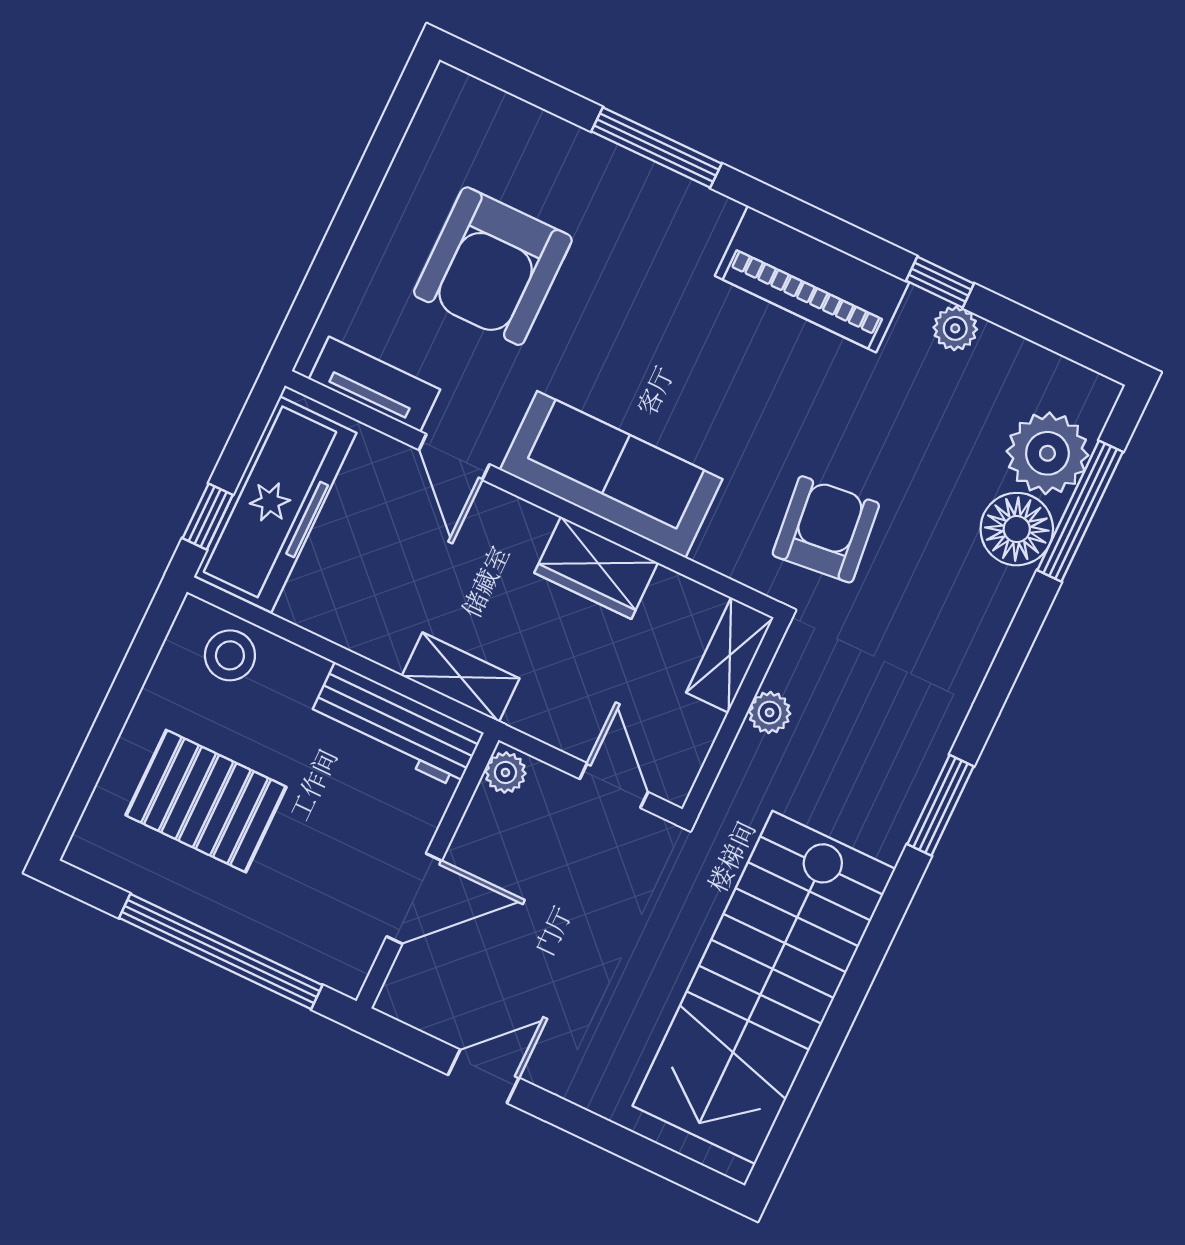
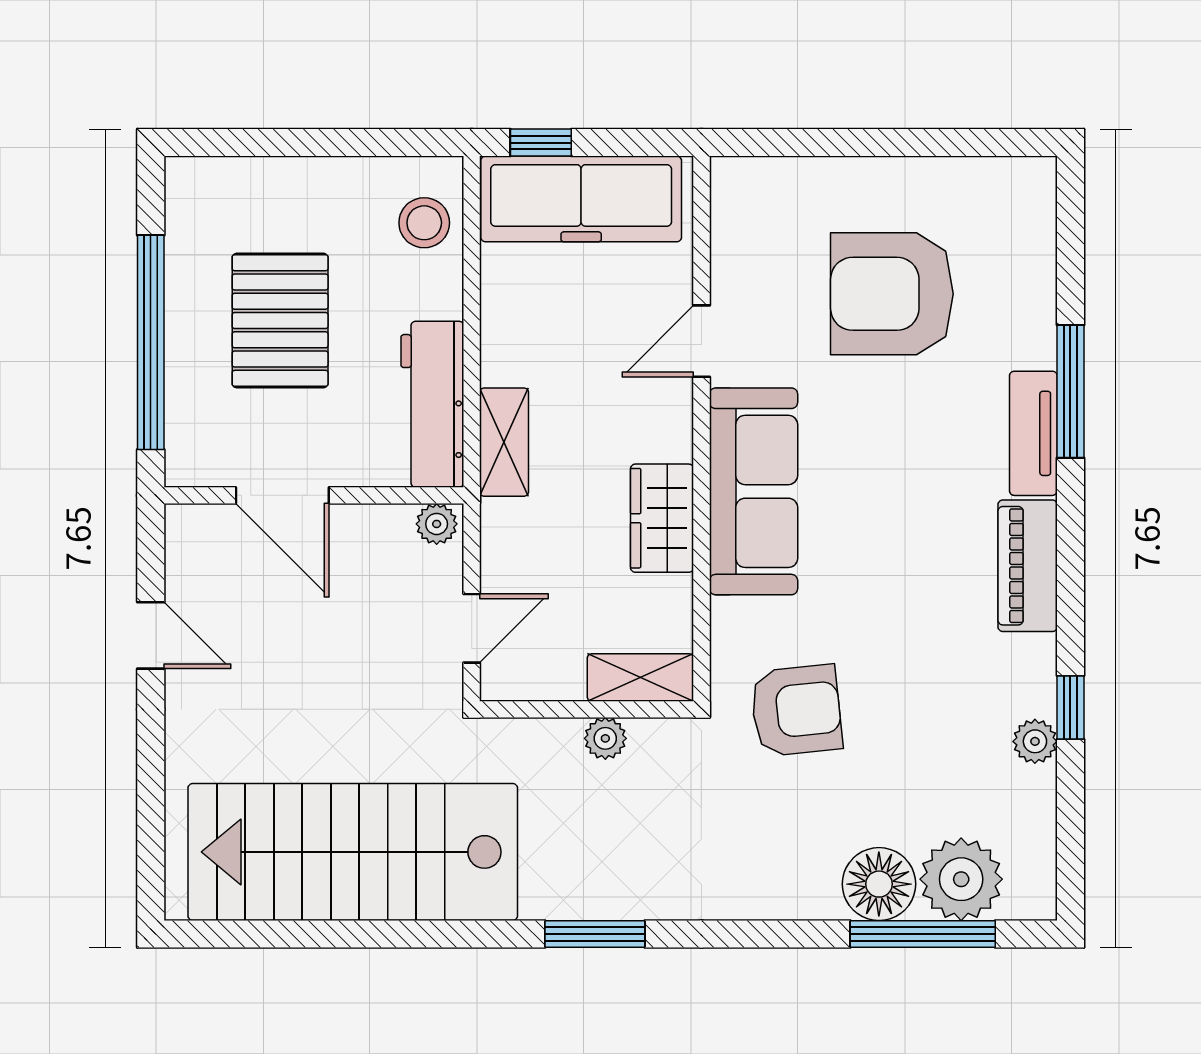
piano: (812, 279) -> (1028, 566), width x0.73, depth x0.75
tv unit: (375, 384) -> (1033, 433), moved, turned 180
pallet: (206, 801) -> (280, 321), moved

